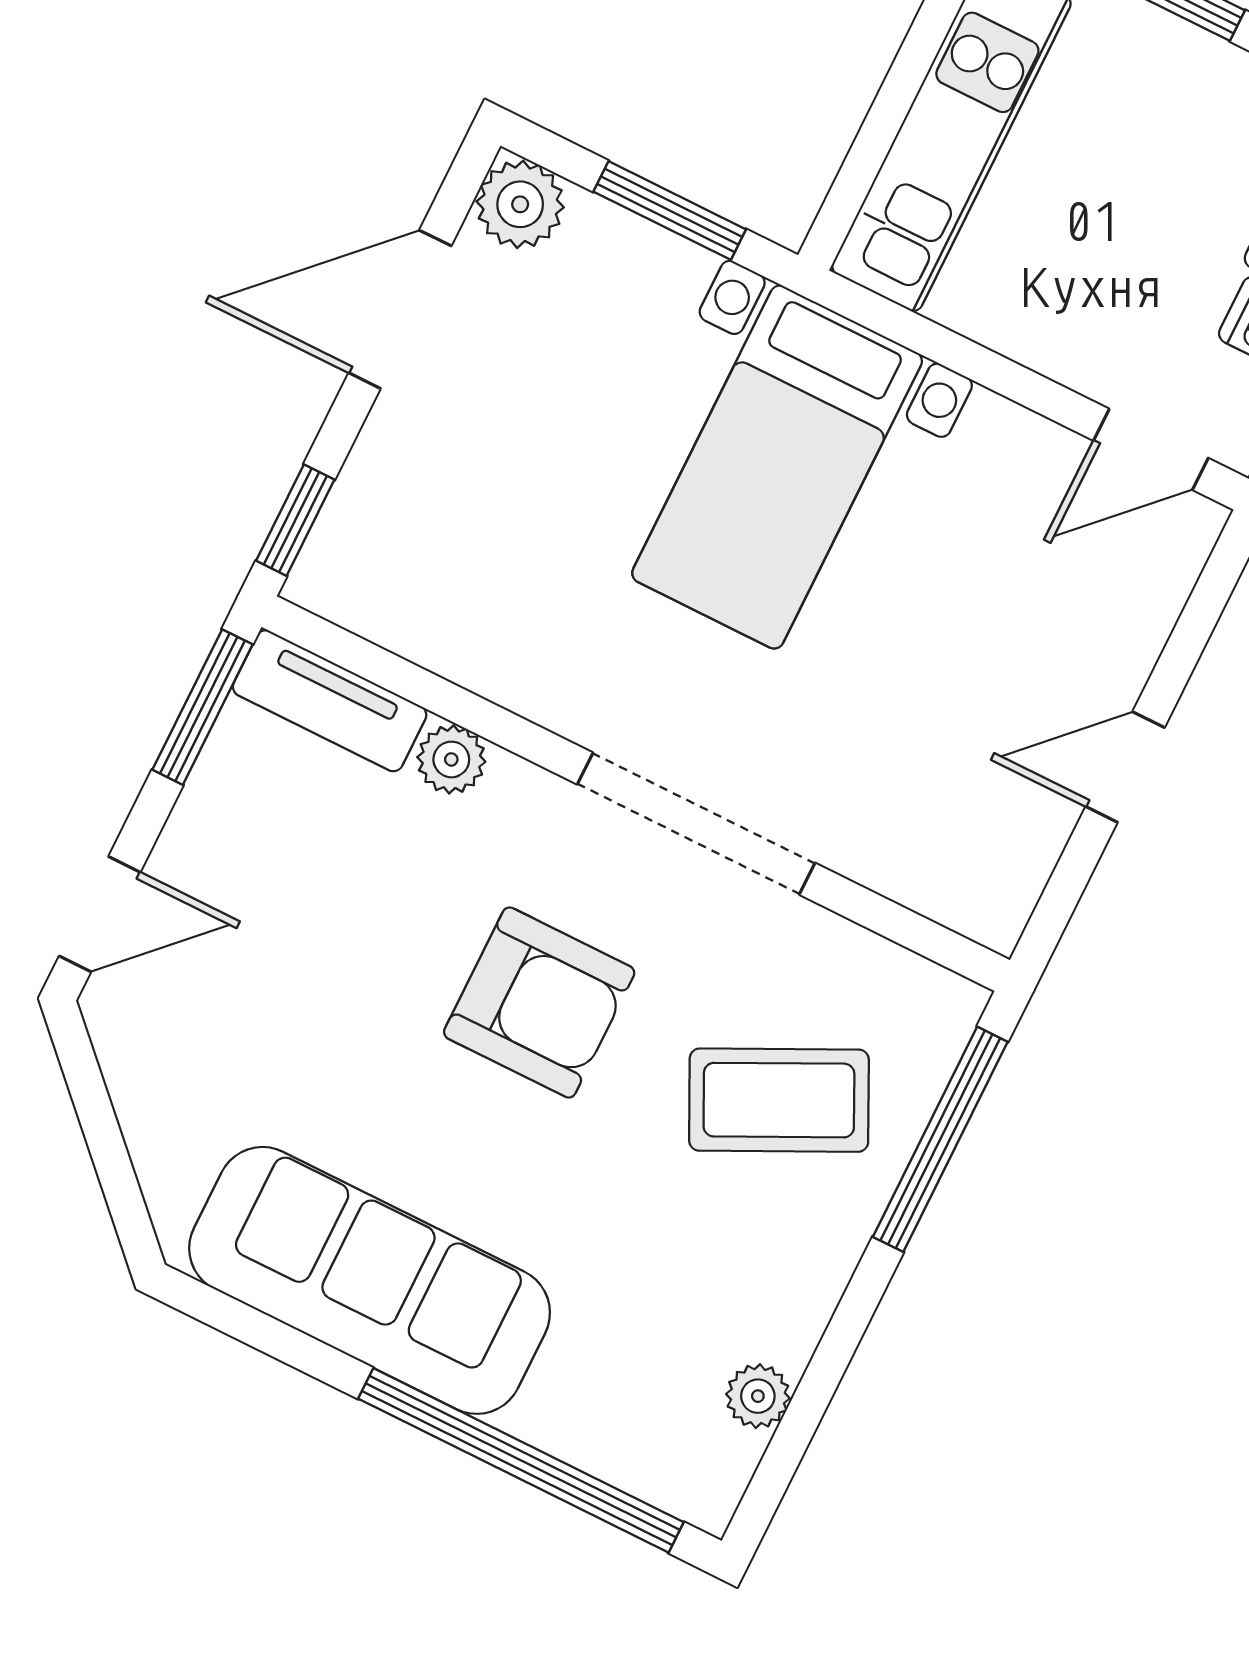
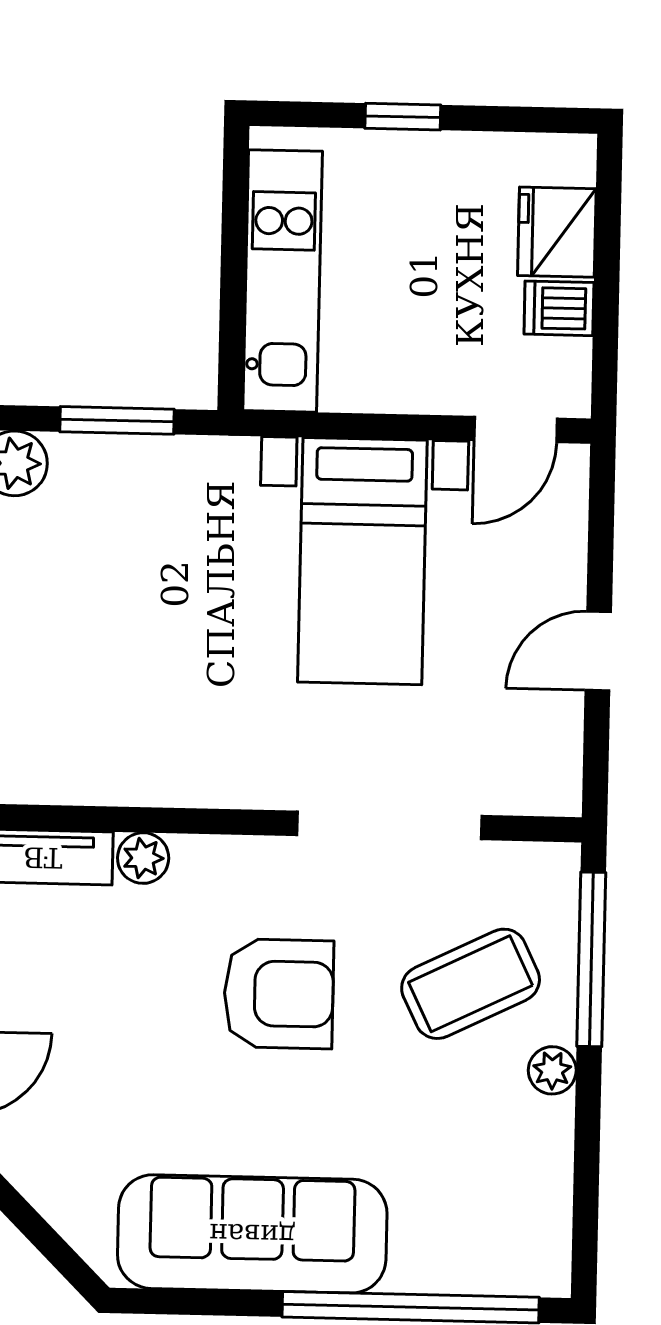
bed with nightstands: (777, 467) -> (362, 561), moved
doorway: (696, 824) -> (389, 825), moved
plant: (758, 1396) -> (552, 1070), moved

